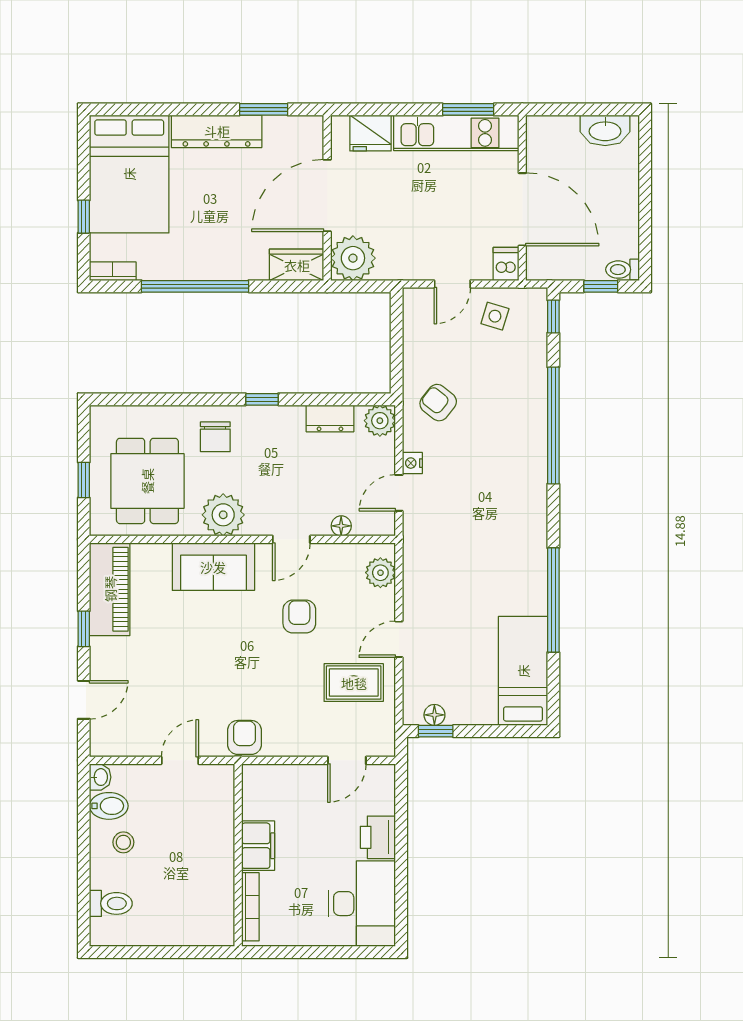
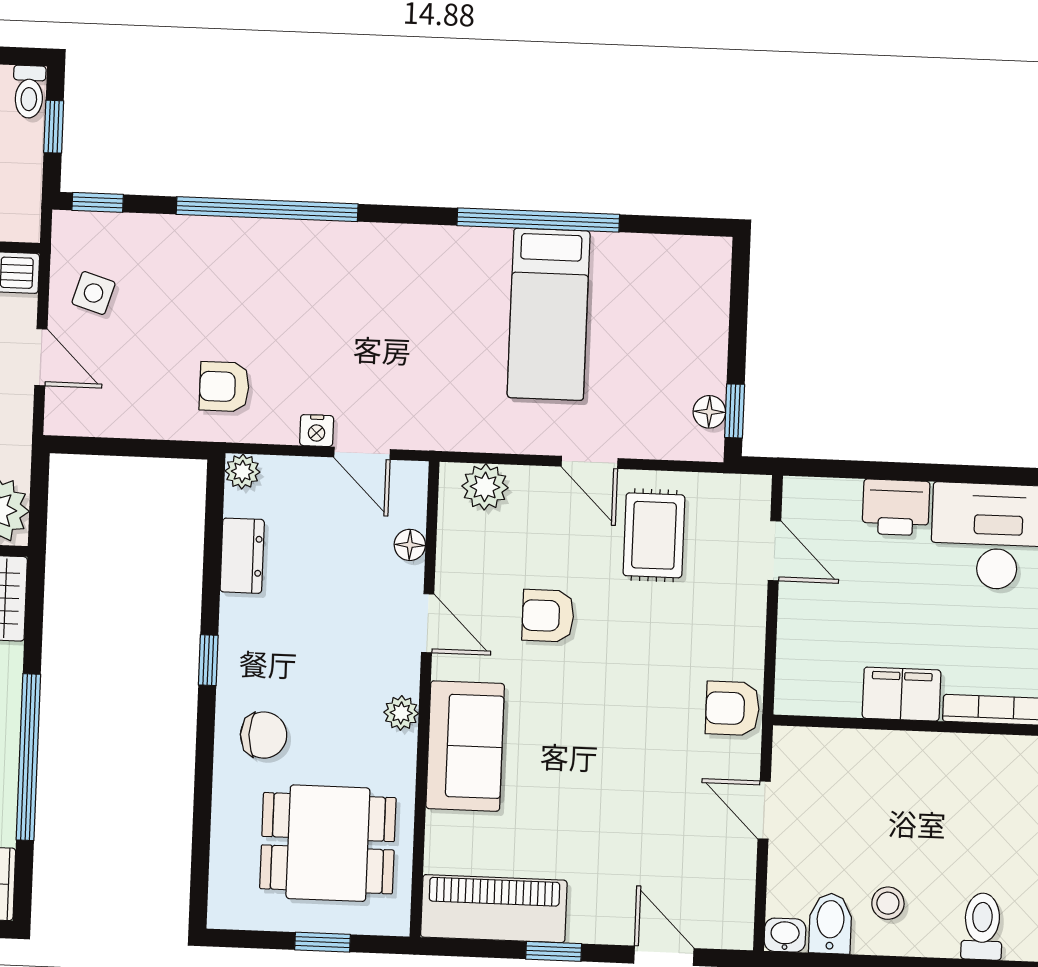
armchair: (438, 403) -> (224, 387), turned 52
plant: (380, 421) -> (242, 471), width x0.73, depth x0.73
plant: (223, 515) -> (401, 713), width x0.53, depth x0.53
bed: (523, 671) -> (549, 314), moved, turned -90

